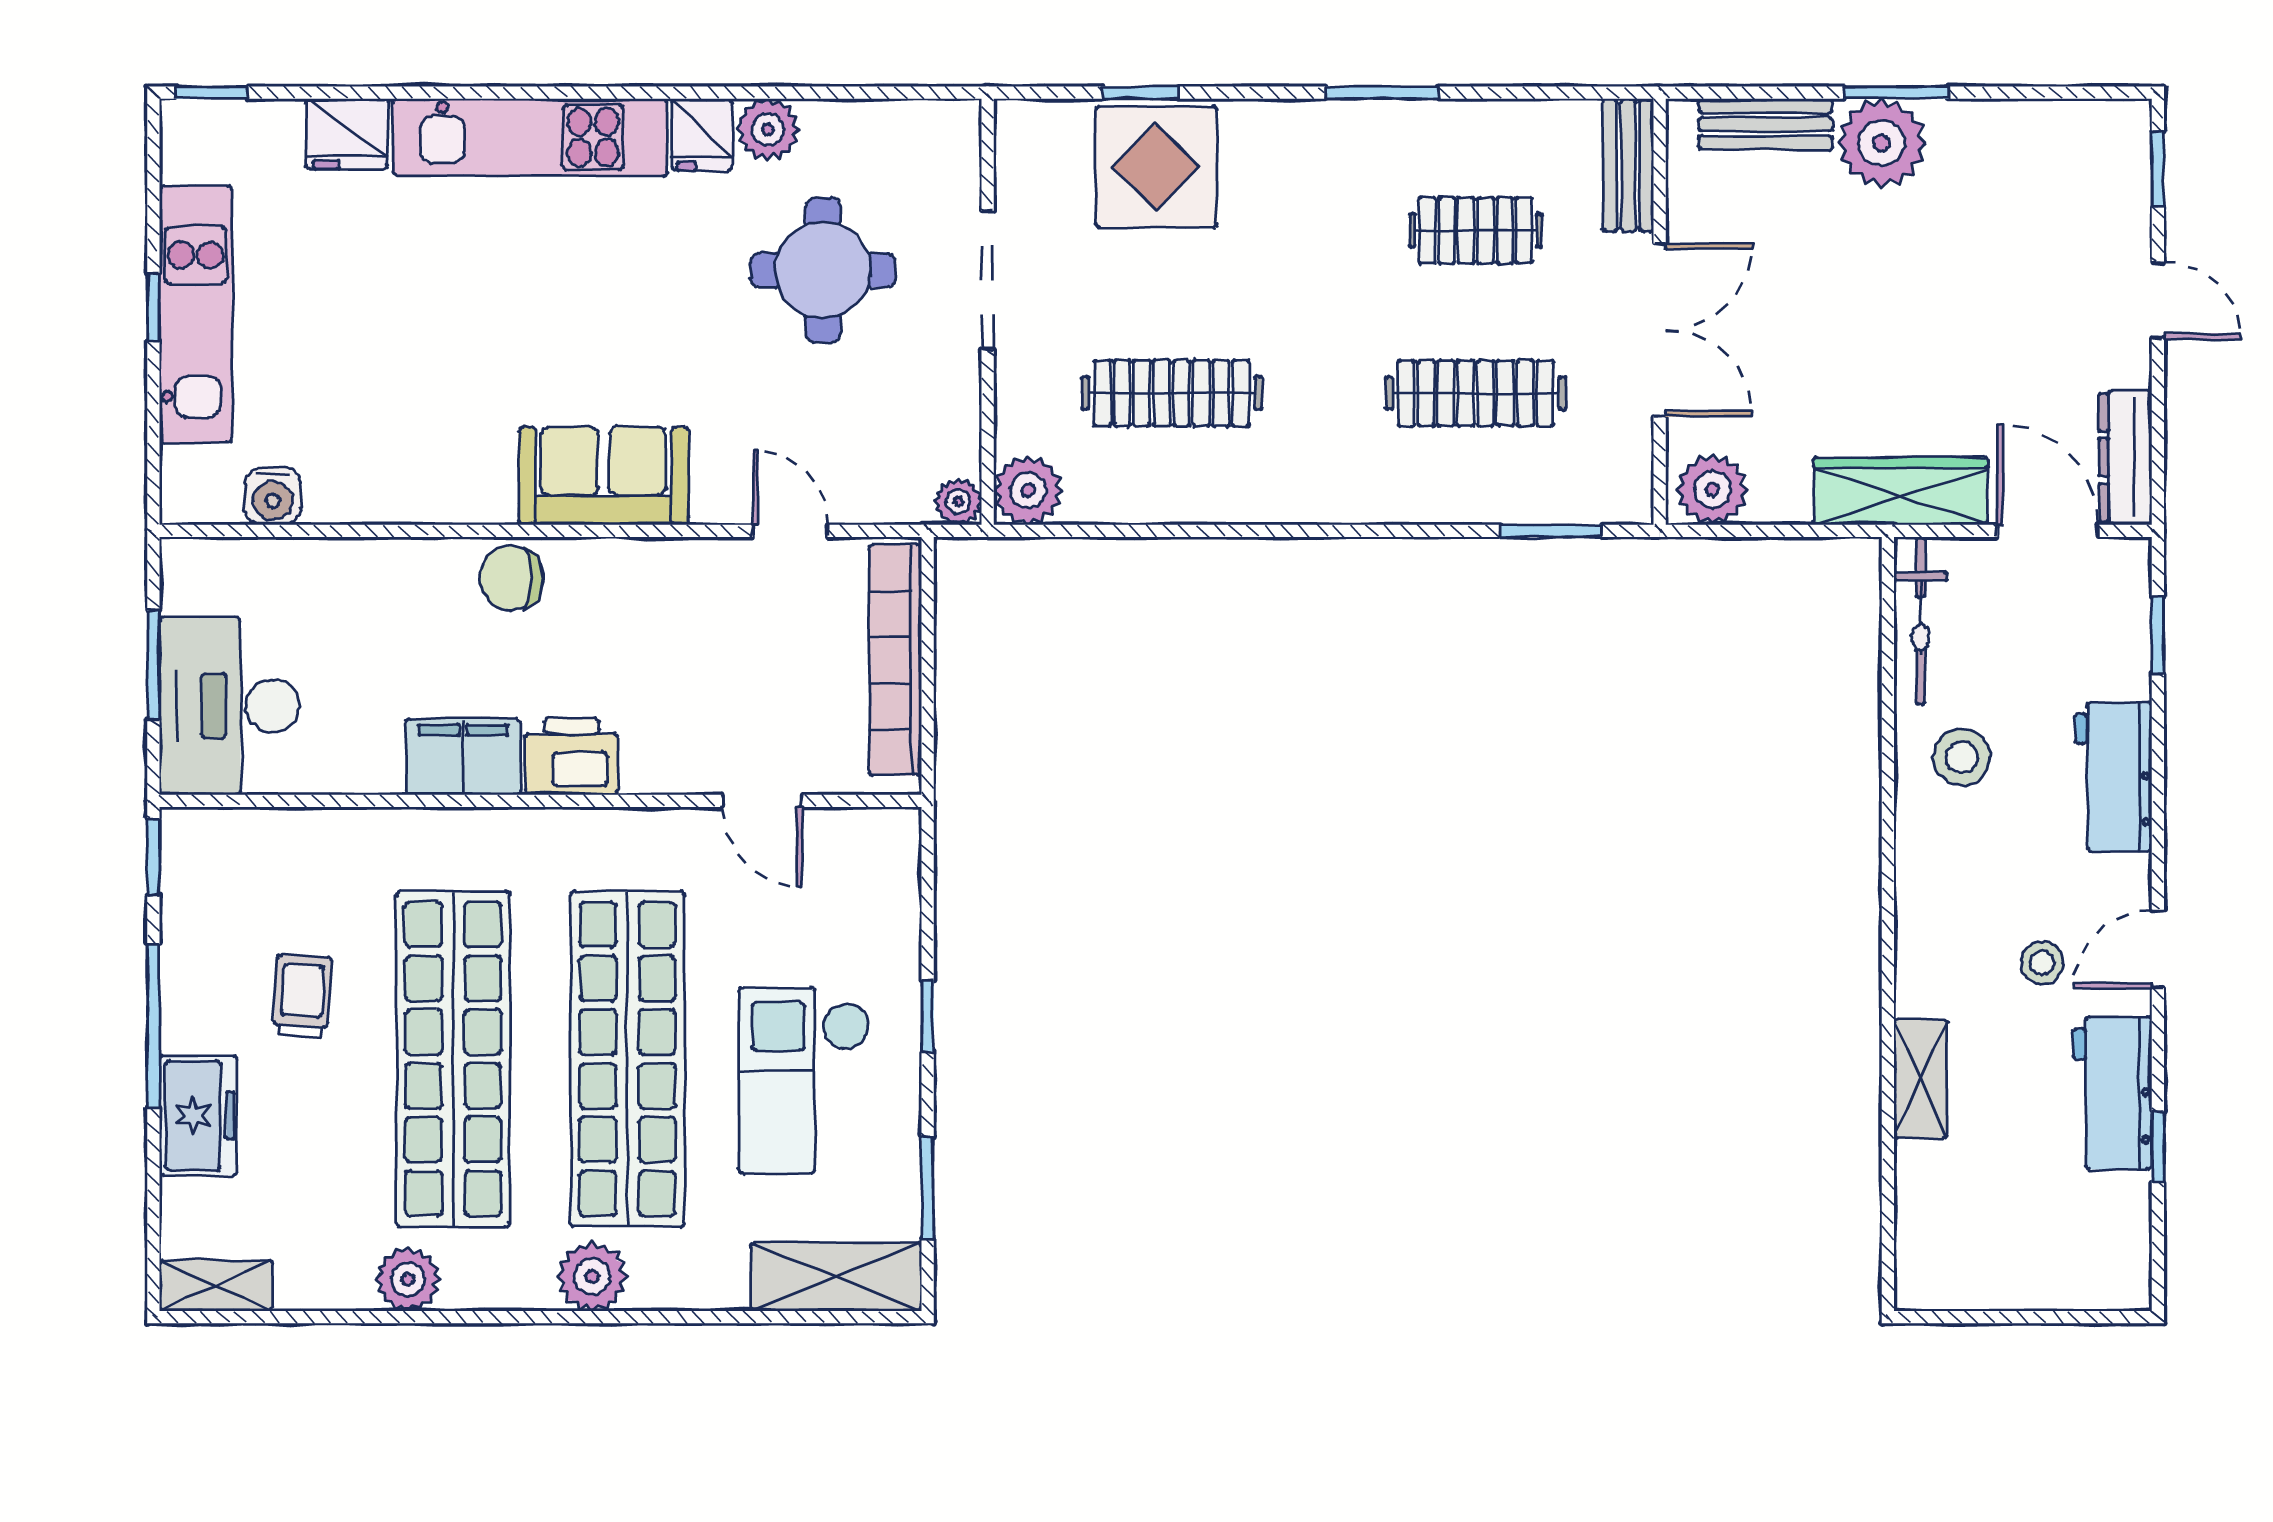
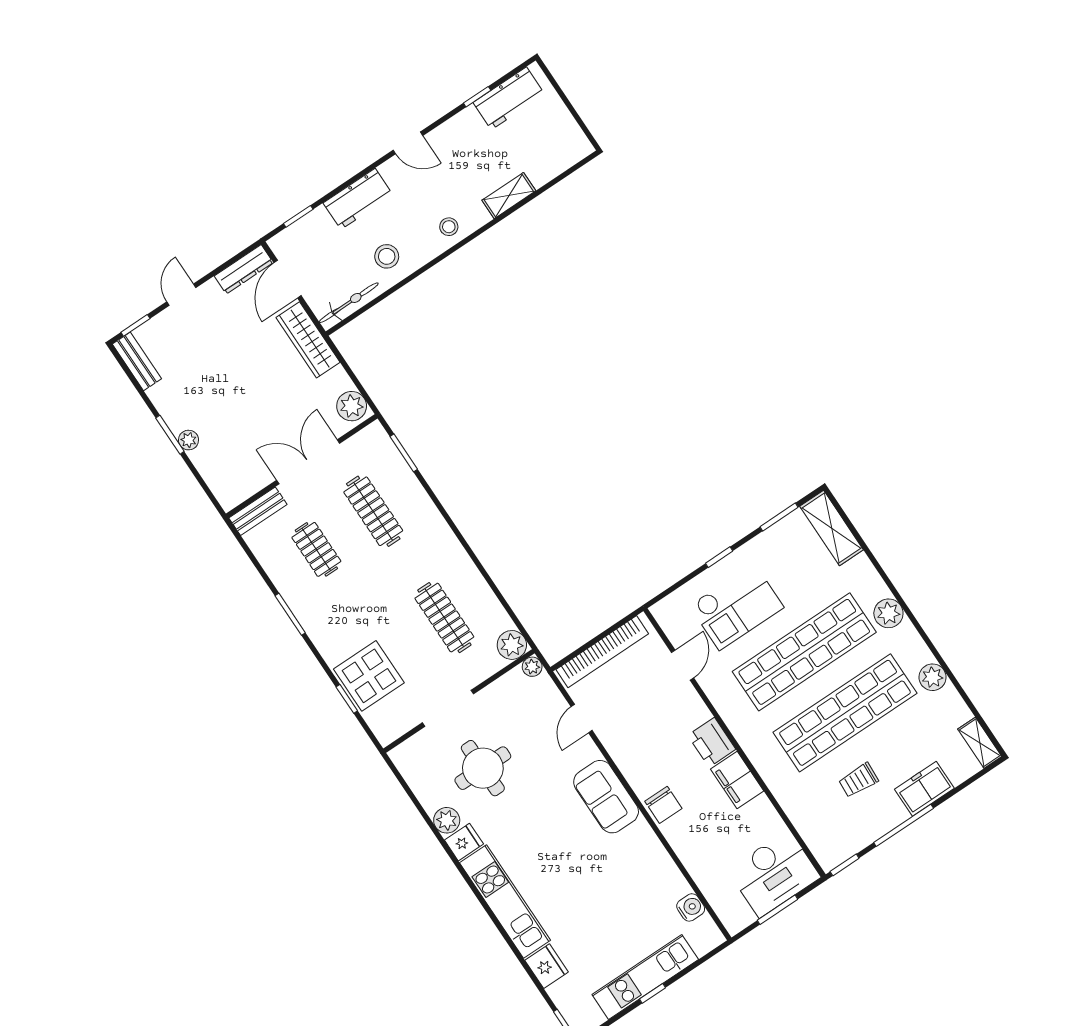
bench: (1765, 124) -> (137, 361), moved
plant: (1882, 143) -> (189, 440), width x0.53, depth x0.53
stool: (2042, 963) -> (449, 227), moved
checkout: (804, 1080) -> (736, 607), moved
workbench: (2112, 1093) -> (509, 98), moved

